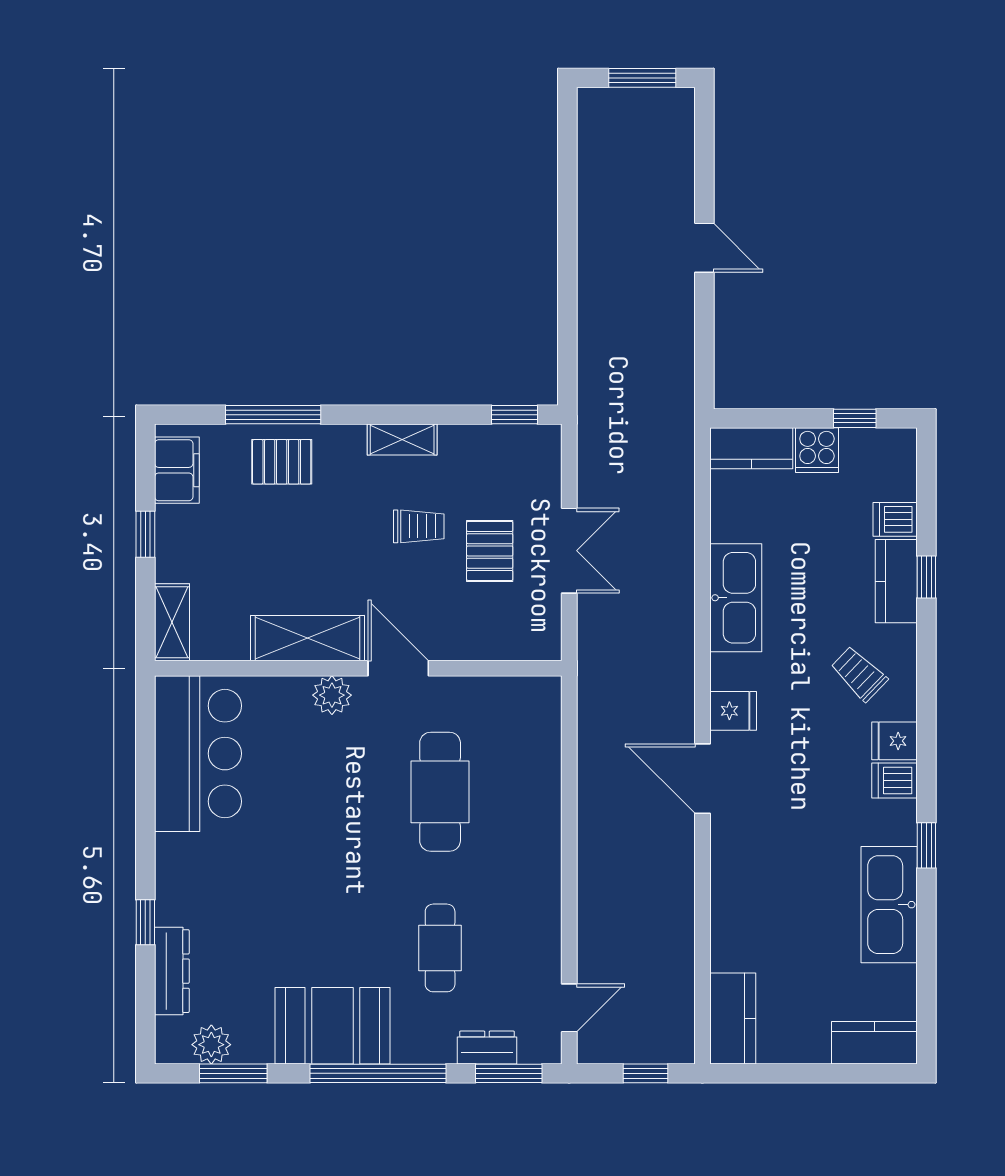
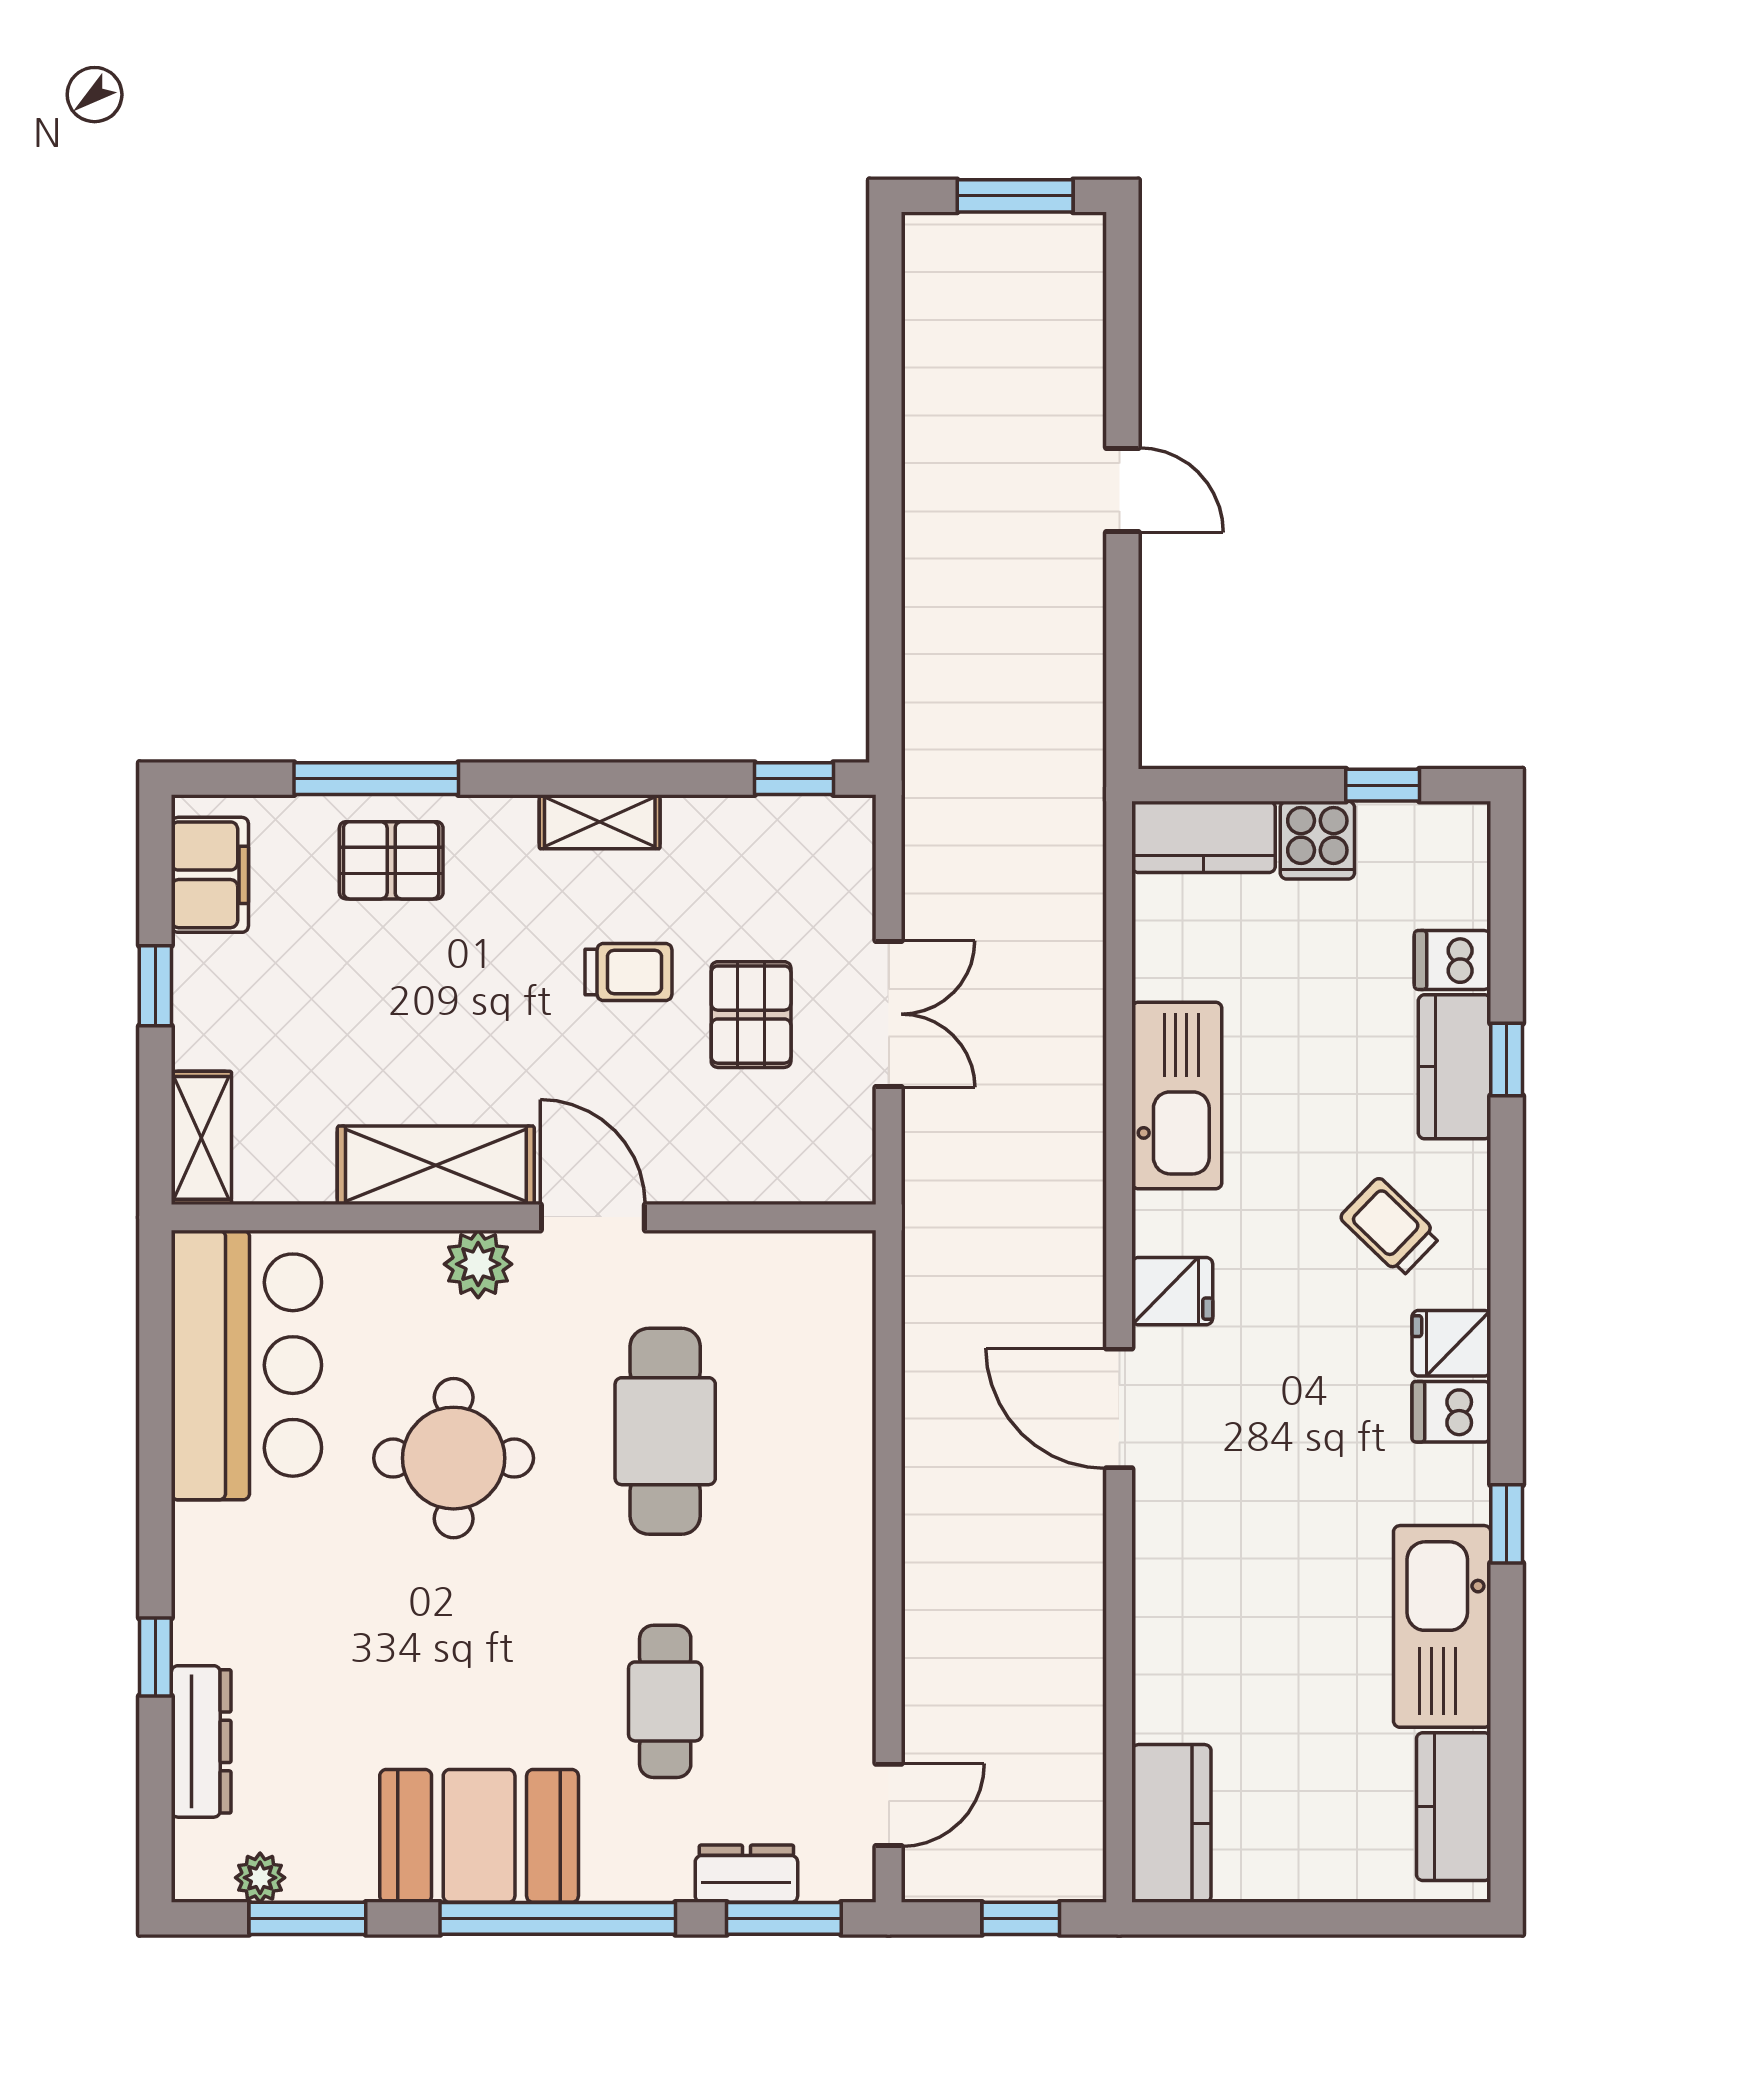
round table: (318, 807) -> (454, 1458), added
kitchen counter: (874, 1043) -> (1454, 1807), moved, turned -90
plant: (211, 1045) -> (260, 1878), width x0.73, depth x0.73

